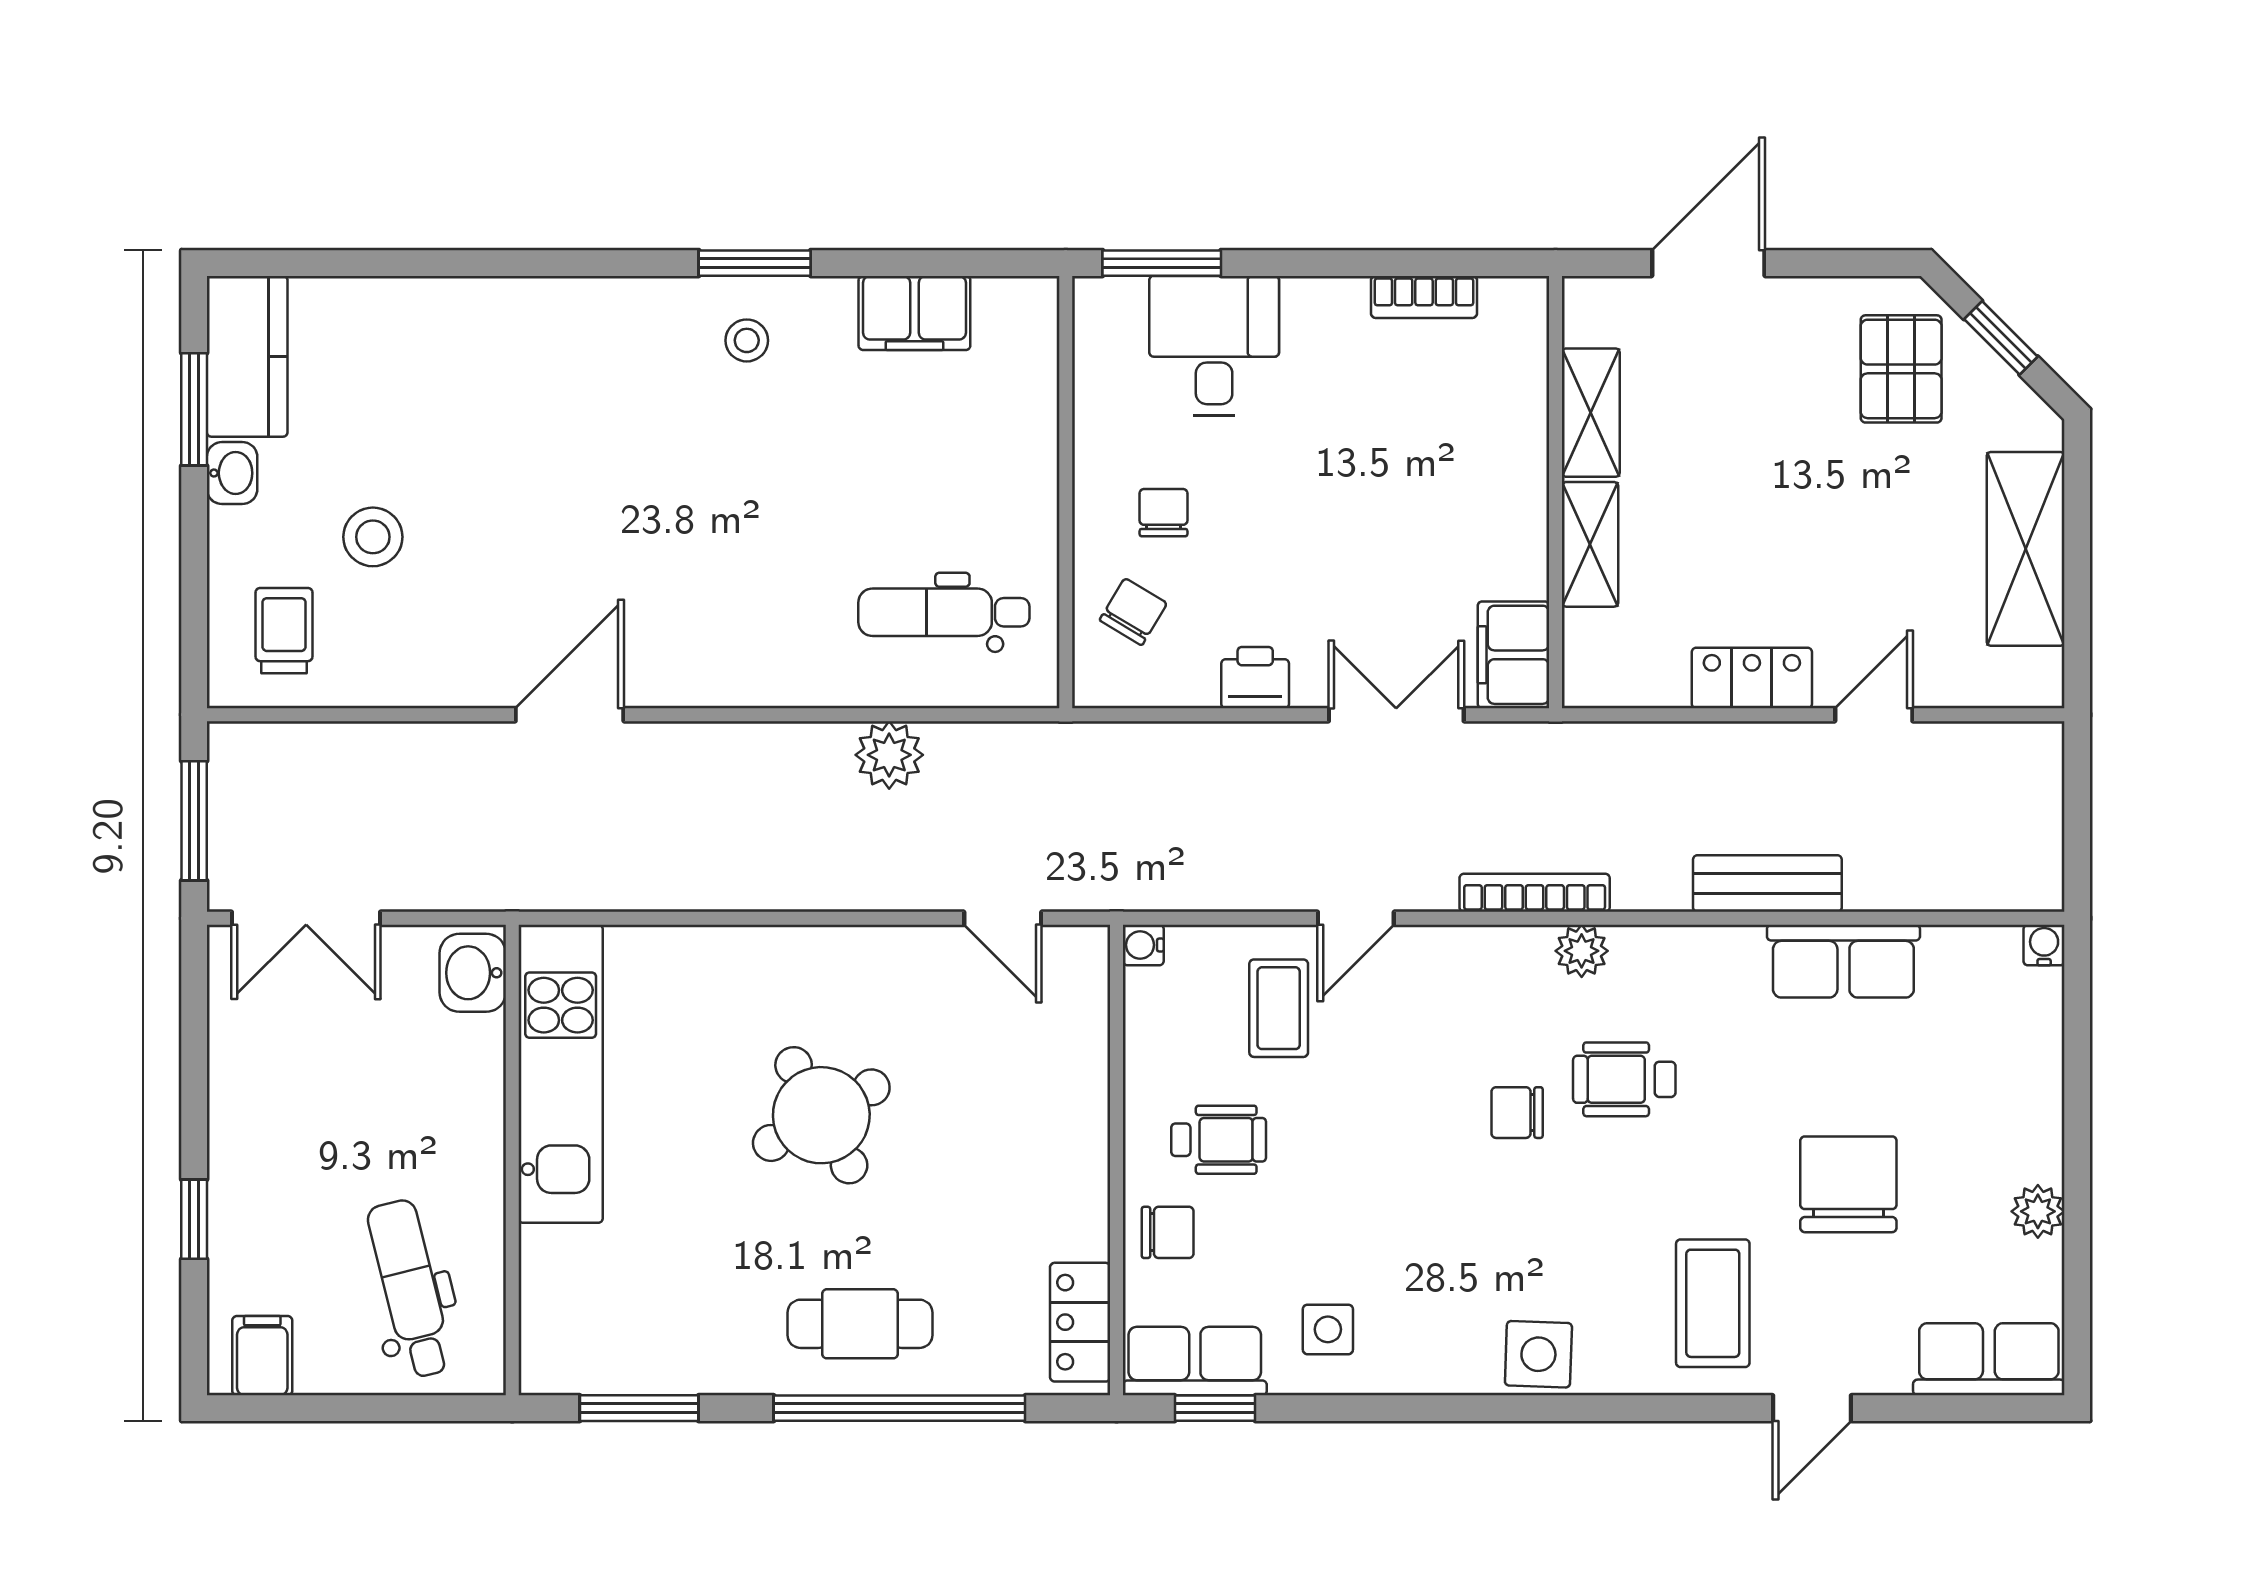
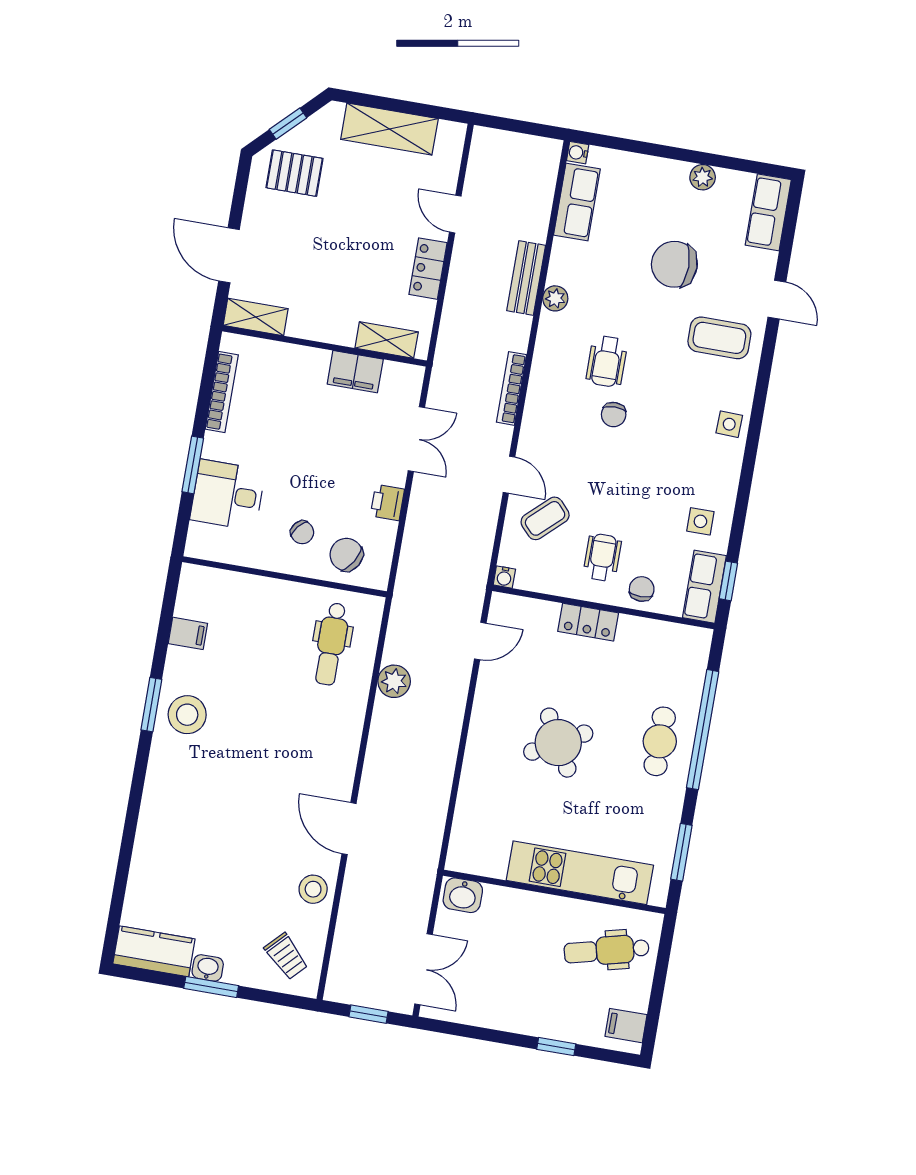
window: (1162, 263) -> (193, 465), moved
bookcase: (1424, 297) -> (222, 392), width x1.56
filing cabinet: (914, 313) -> (188, 633), width x0.50
stool: (747, 340) -> (187, 715), width x1.89, depth x1.89
window: (194, 409) -> (211, 987), moved
shelving: (1591, 413) -> (256, 317), moved
chair: (1164, 513) -> (302, 532), turned -141
stool: (373, 537) -> (313, 889), moved
shelving: (1590, 544) -> (387, 340), moved
chair: (1133, 612) -> (346, 555), width x1.37, depth x1.37
trolley: (284, 631) -> (286, 956), turned -136
filing cabinet: (1514, 655) -> (355, 372), moved
double door: (1396, 715) -> (416, 439), swing flipped
window: (194, 821) -> (368, 1014), width x0.67
plant: (1582, 951) -> (555, 298), moved
row of seats: (1843, 961) -> (577, 202), moved
coffee table: (1279, 1008) -> (545, 518), turned -43
kitchen unit: (561, 1074) -> (580, 873), moved
locker: (1080, 1322) -> (588, 622), moved
side table: (1538, 1354) -> (729, 424), width x0.73, depth x0.73

